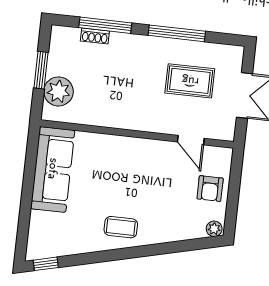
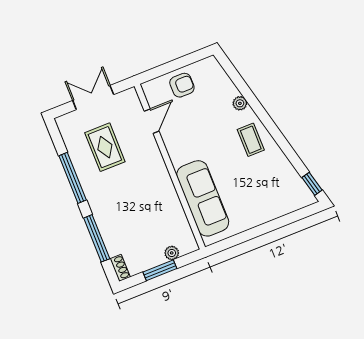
shoe rack: (95, 36) -> (120, 268), moved
plant: (58, 91) -> (172, 253), width x0.53, depth x0.53
sofa: (53, 169) -> (203, 198), moved, turned 90
plant: (214, 229) -> (240, 103), moved

